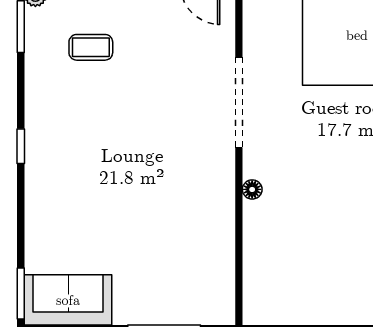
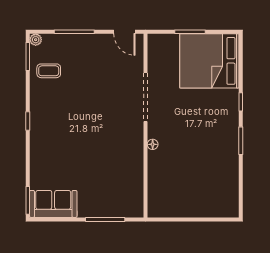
coffee table: (91, 47) -> (49, 71), moved

